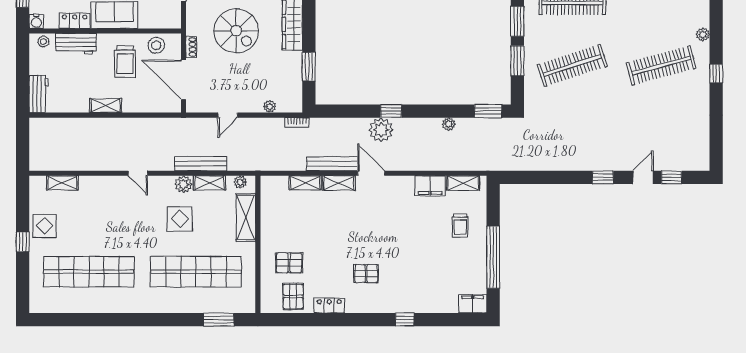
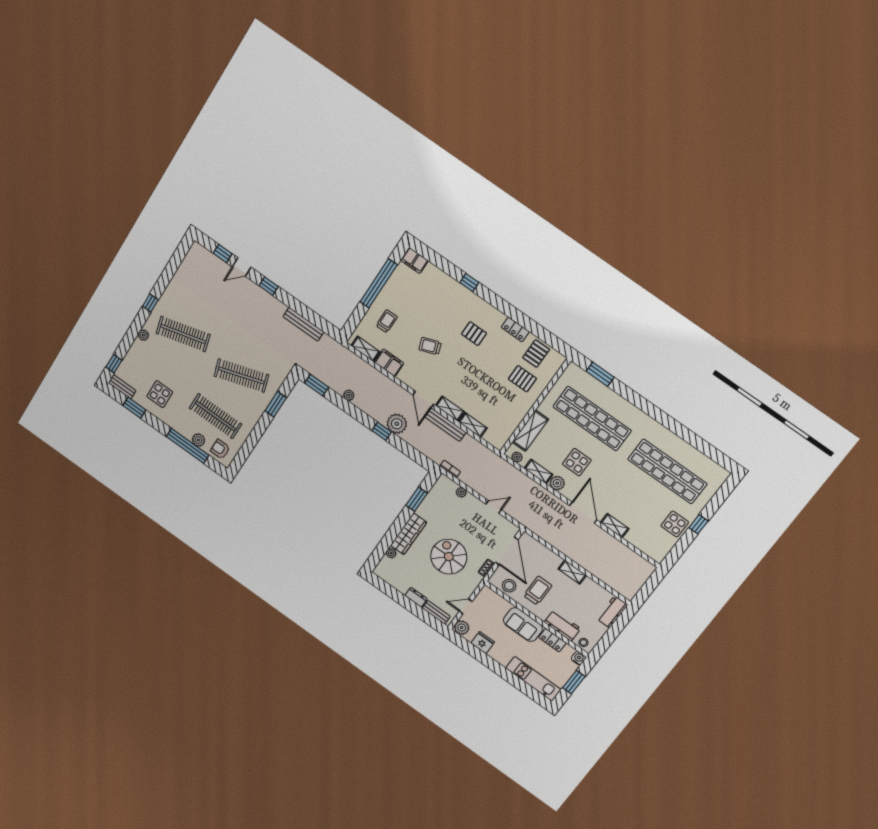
window: (517, 21) -> (259, 430), removed
bench: (201, 164) -> (303, 324), moved
door: (138, 173) -> (583, 513), width x1.88
shelving: (62, 183) -> (615, 525), moved
trolley: (401, 231) -> (430, 346), added

